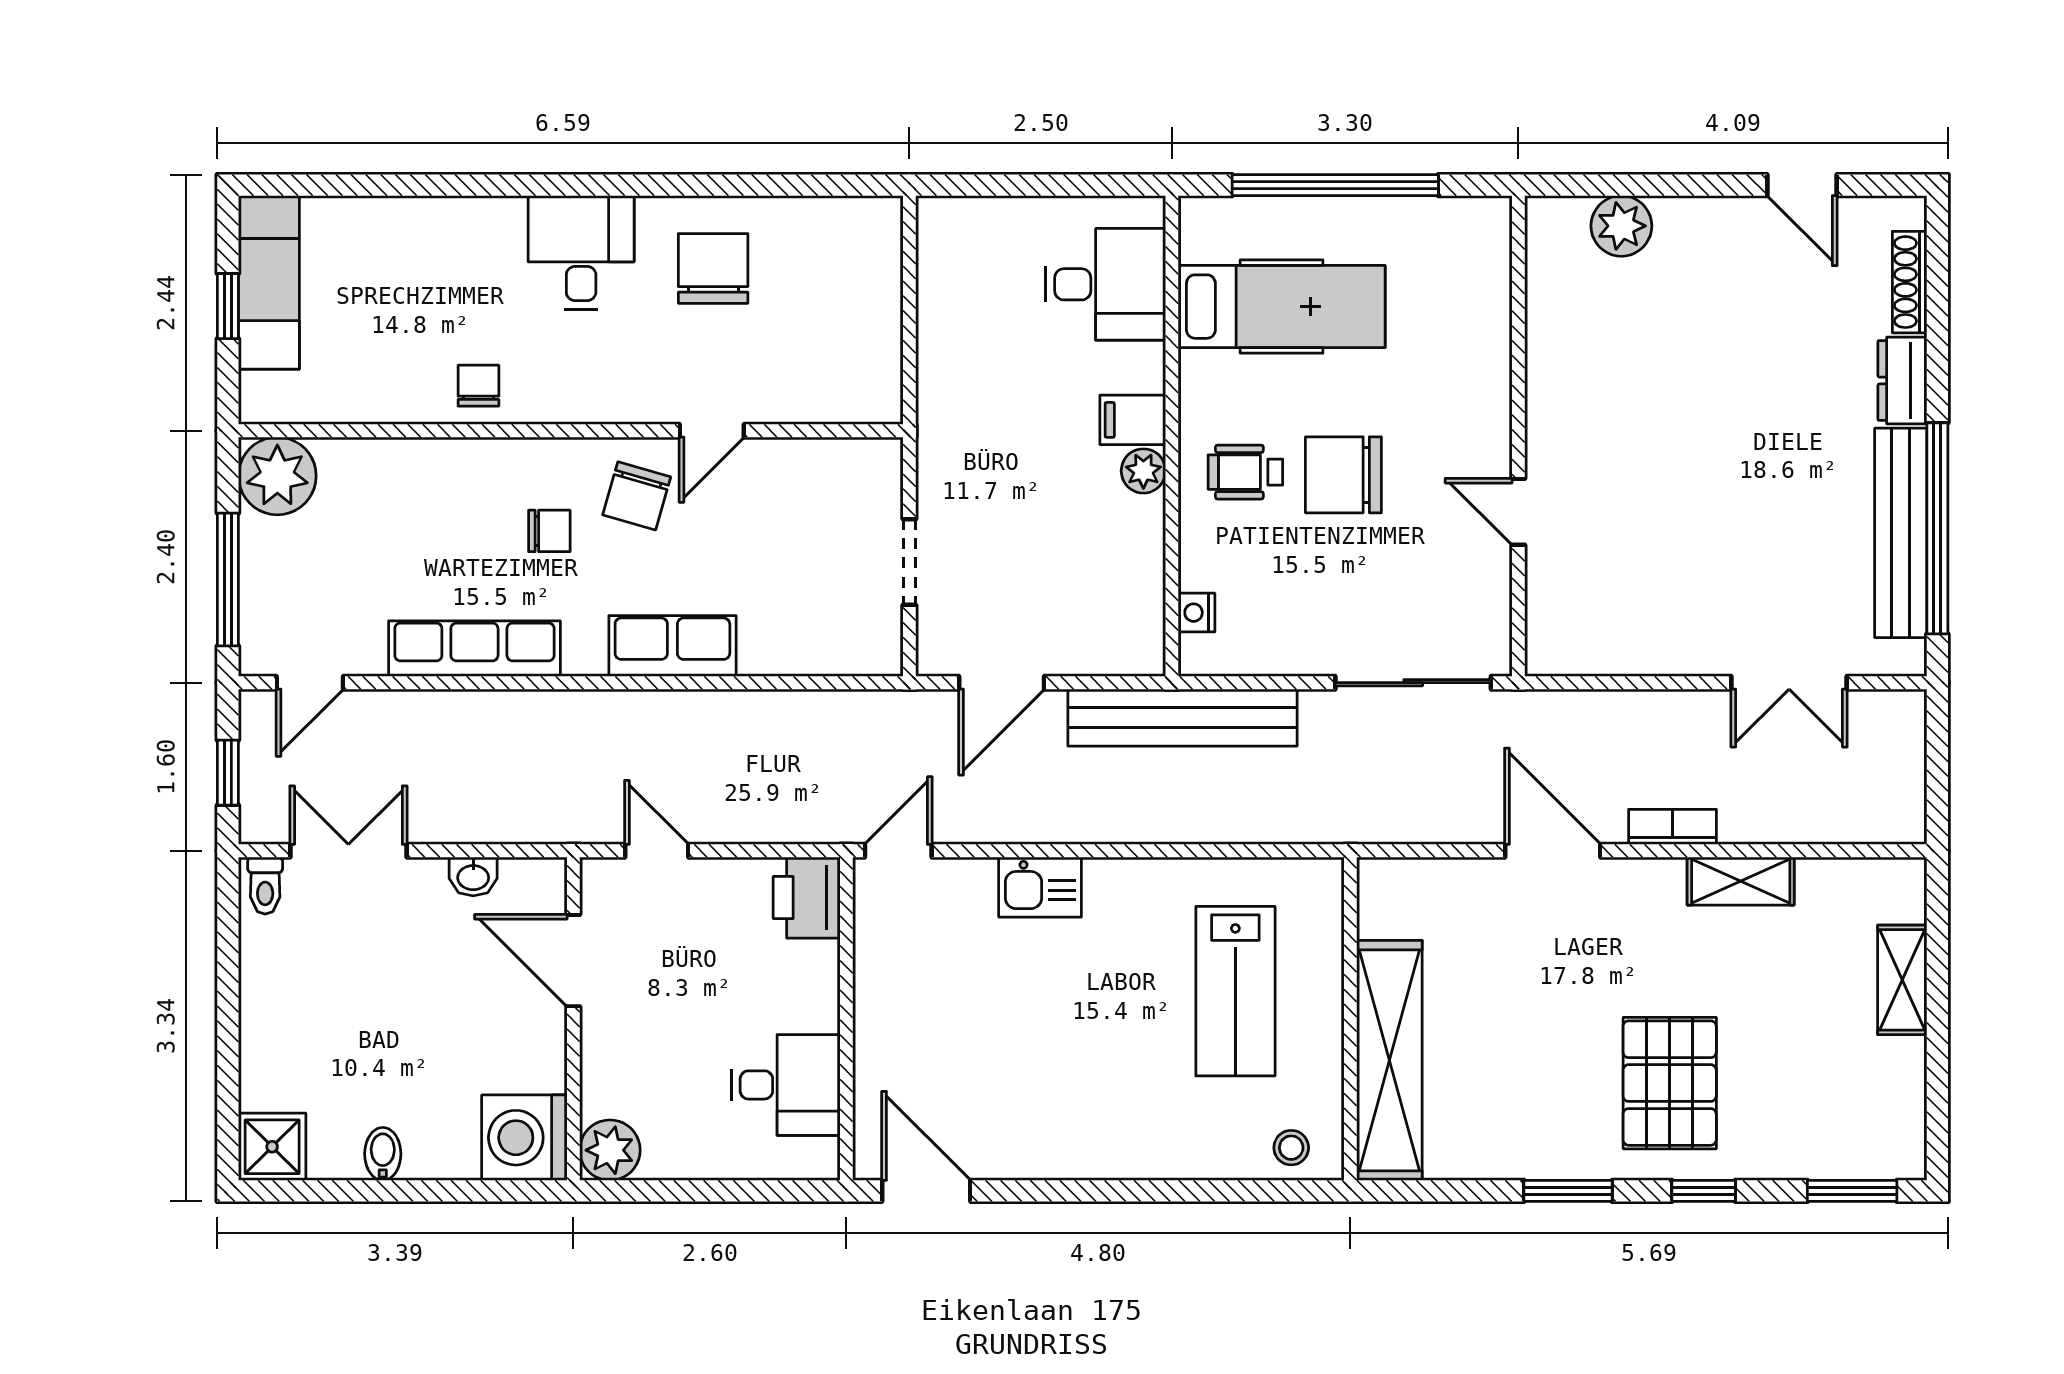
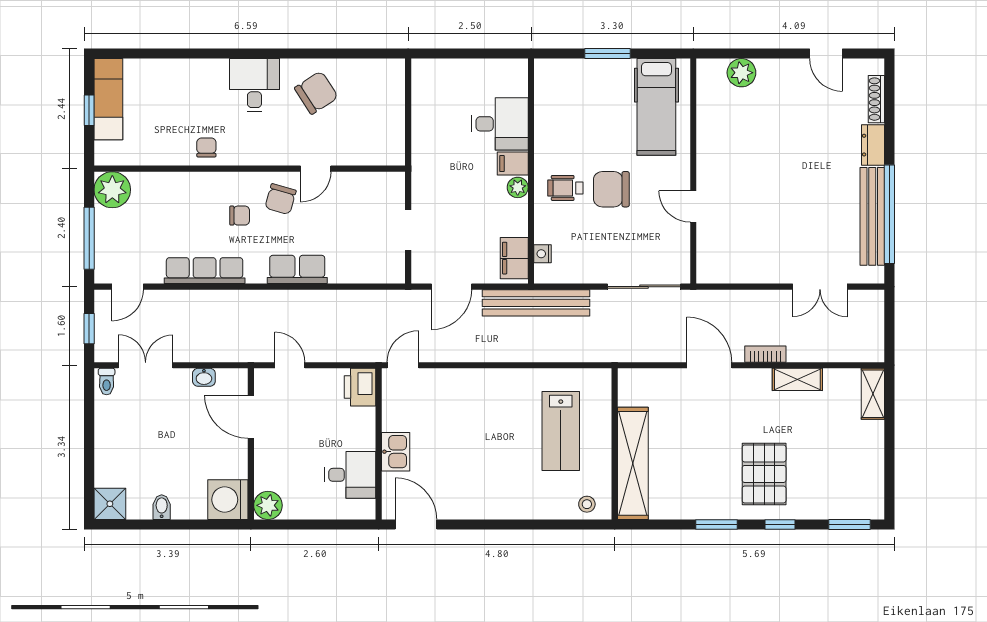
window: (1335, 185) -> (607, 54), width x0.47
chair: (713, 268) -> (316, 93), turned 57
desk: (1105, 284) -> (500, 124), moved
hospital bed: (1282, 307) -> (656, 107), moved, turned 90
filing cabinet: (1136, 622) -> (514, 258), added
kitchen sink: (1040, 887) -> (396, 452), moved, turned -90
shelving: (1902, 980) -> (873, 394), moved

